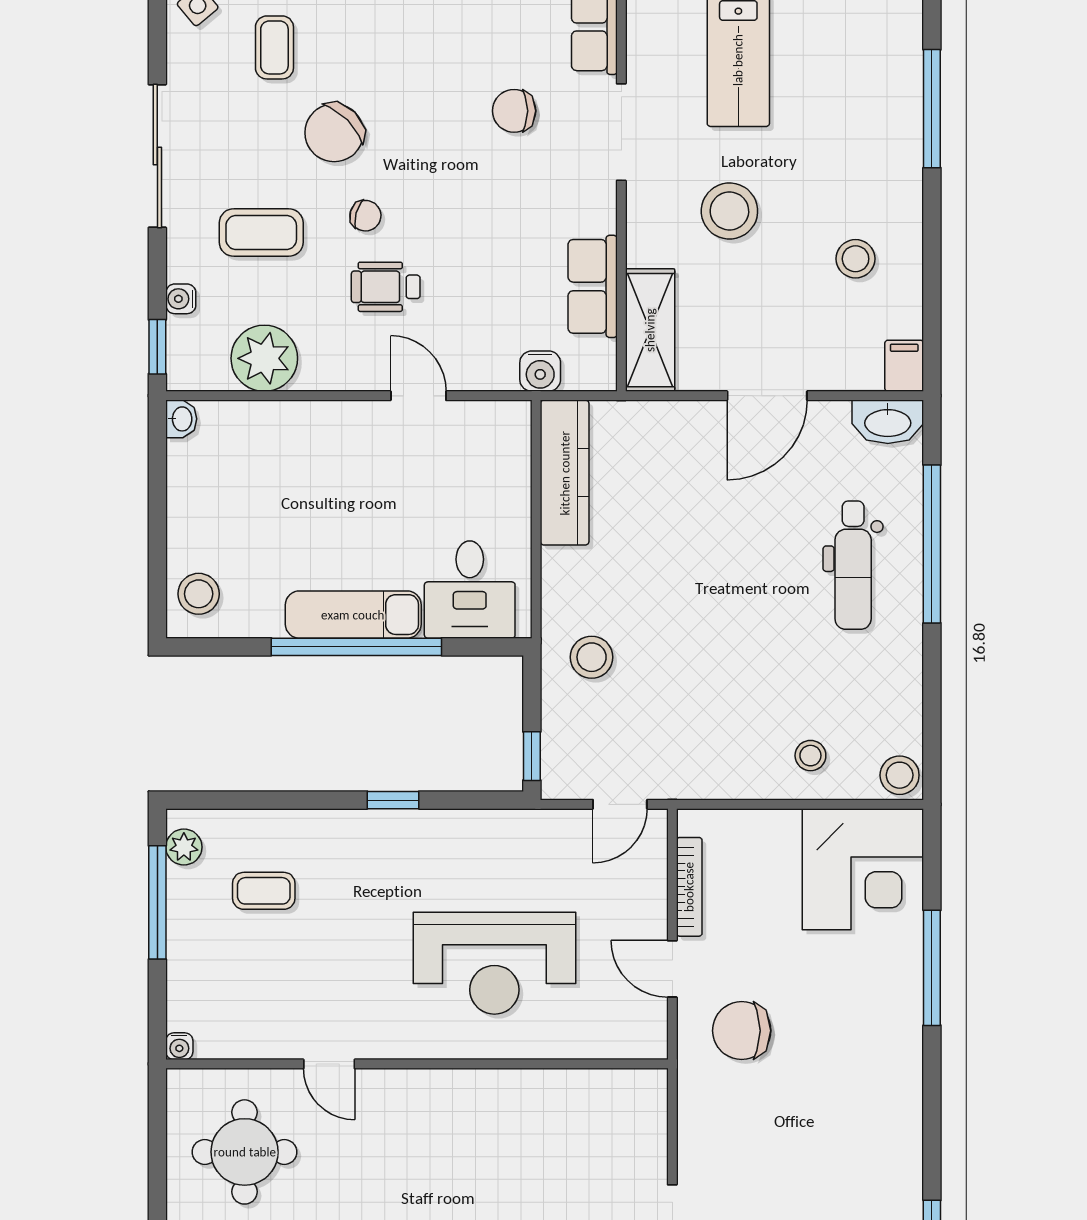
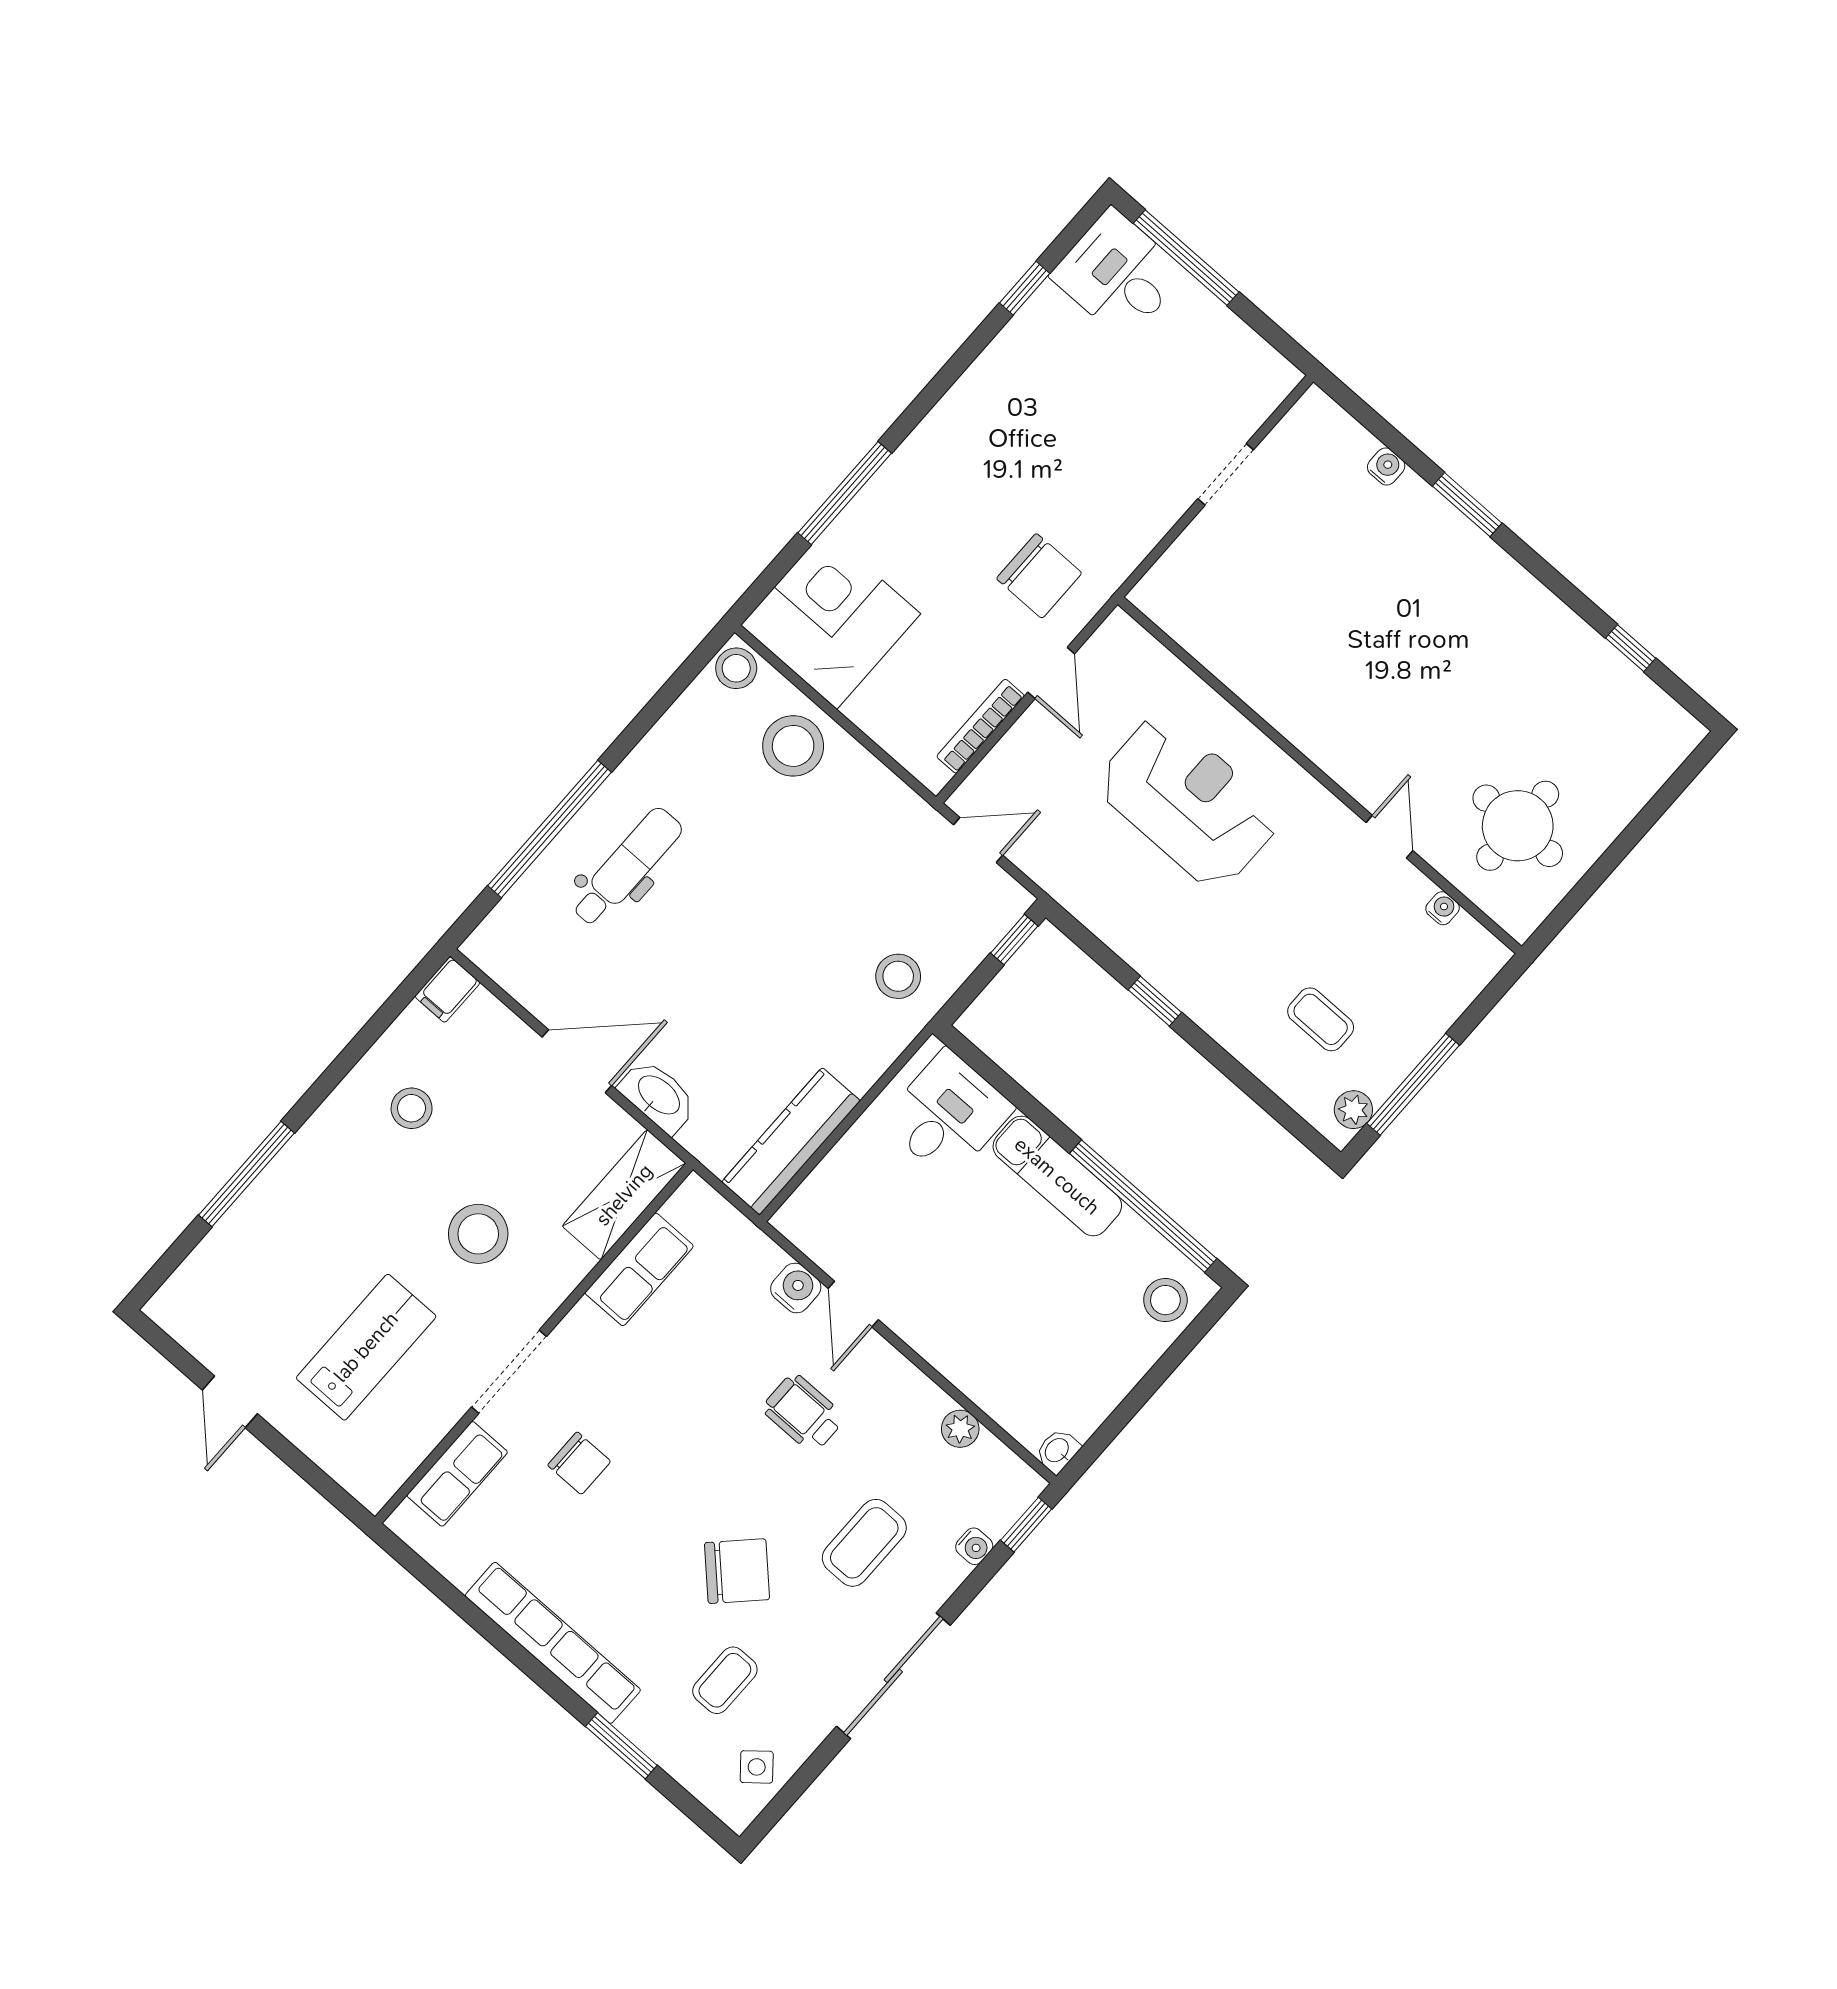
chair: (365, 216) -> (770, 1484), removed
coffee table: (261, 233) -> (864, 1543), turned 90
wheelchair: (386, 287) -> (803, 1413), turned 180
plant: (264, 358) -> (960, 1429), width x0.53, depth x0.53
water cooler: (540, 371) -> (796, 1288), moved
washbasin: (888, 422) -> (658, 1096), moved
window: (356, 647) -> (1143, 1206), moved
stool: (810, 756) -> (793, 746), width x1.89, depth x1.89
water cooler: (179, 1046) -> (1443, 908), moved

